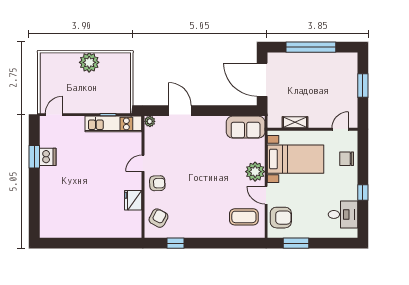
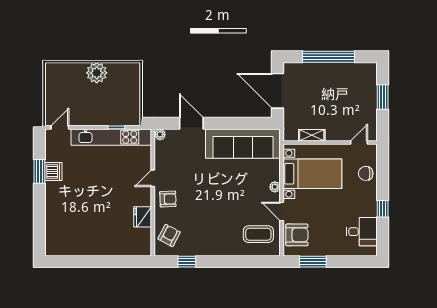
kitchen unit: (113, 124) -> (111, 137), width x1.36
sofa: (246, 127) -> (243, 144), width x1.85, depth x1.27
plant: (255, 172) -> (275, 187), width x0.53, depth x0.53

